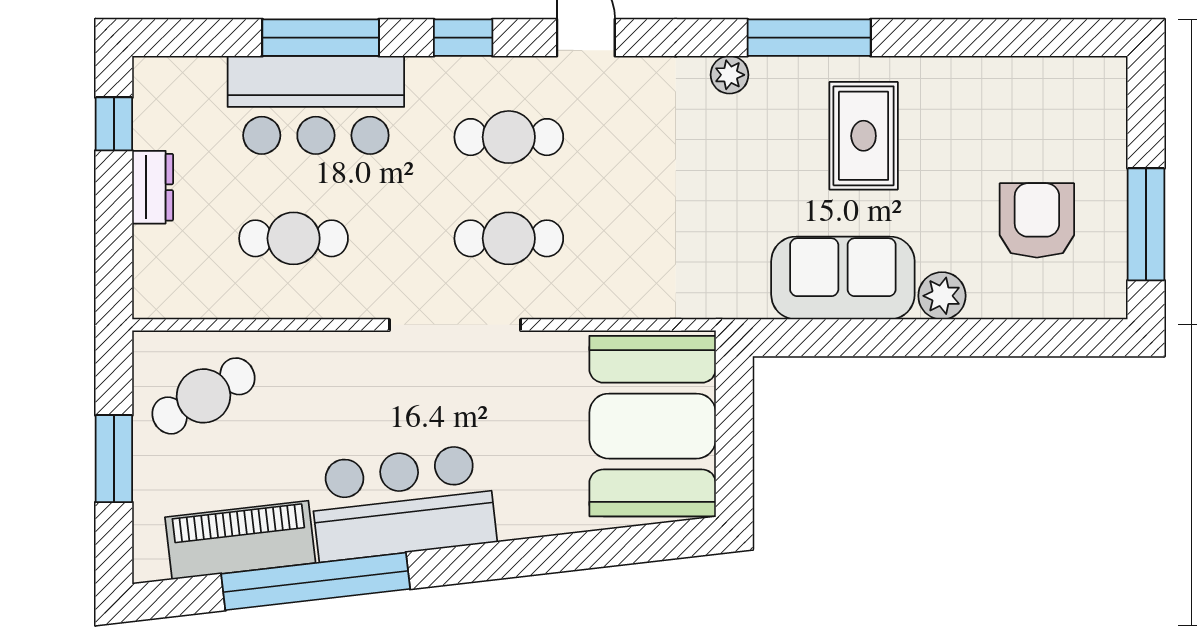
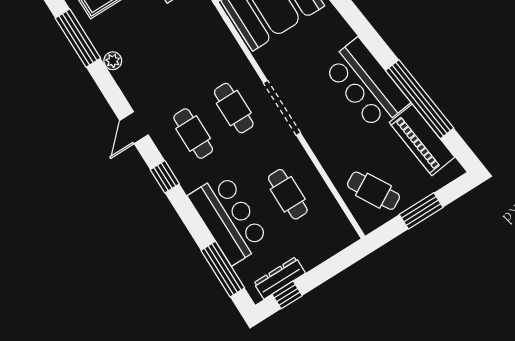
window: (321, 38) -> (223, 269), moved
dresser: (153, 187) -> (280, 278), moved, width x1.44

